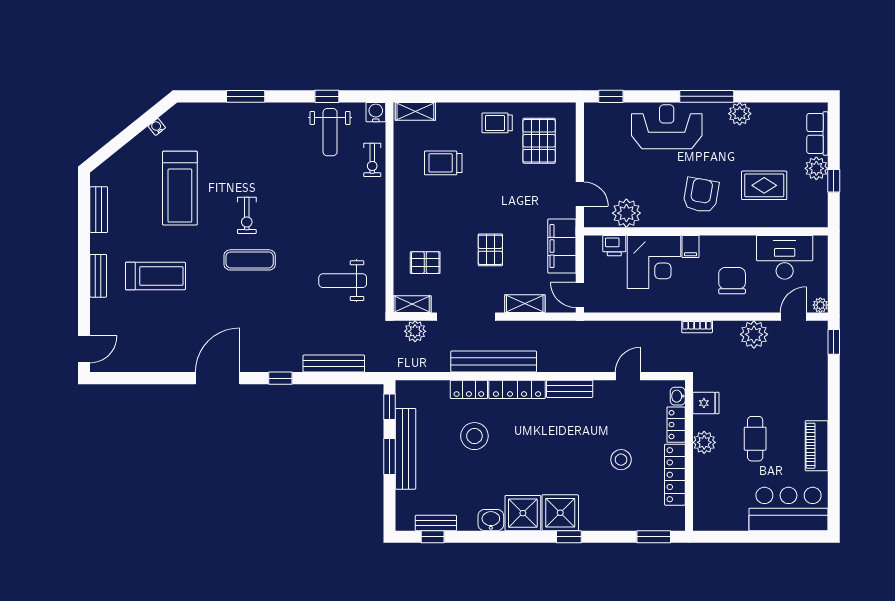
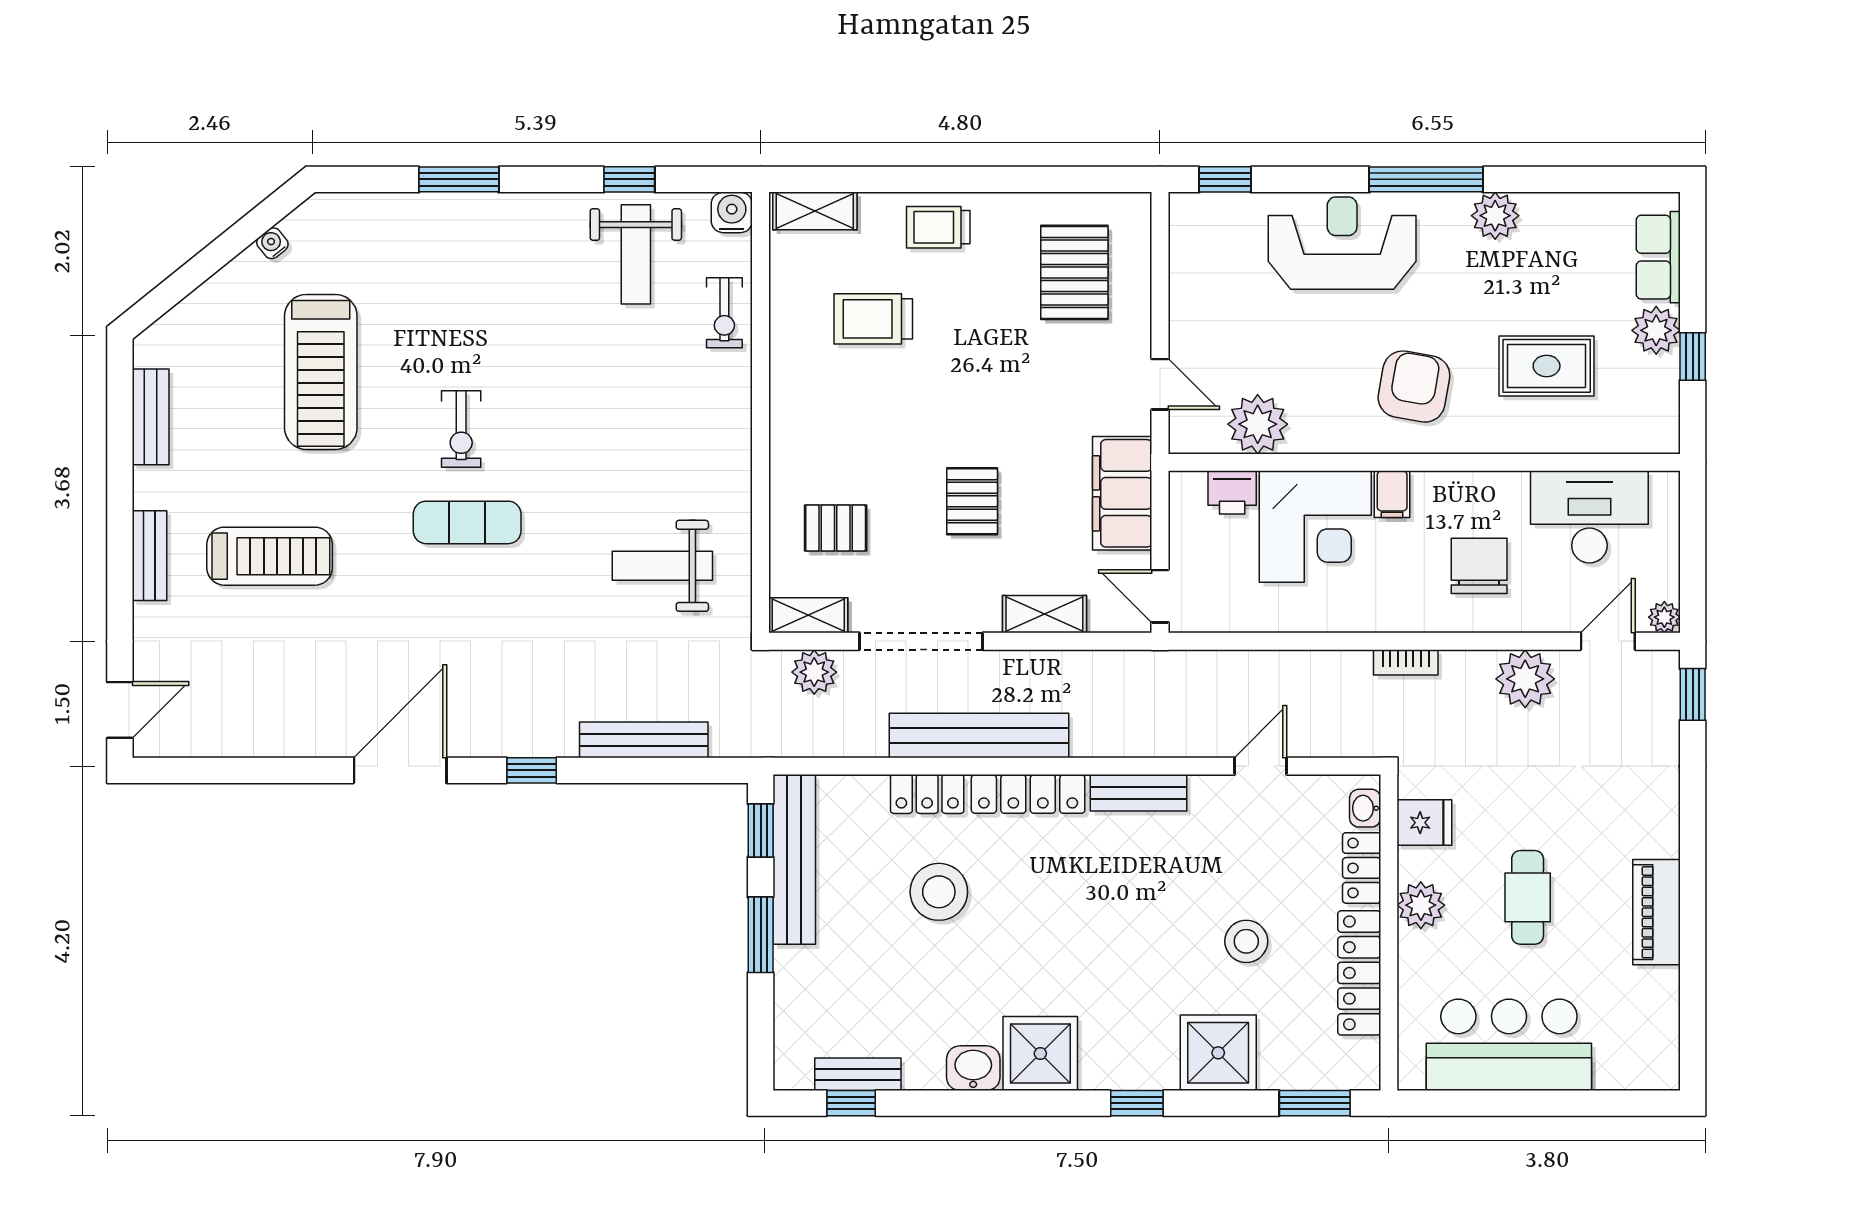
trolley: (497, 123) -> (938, 227), moved
bench: (406, 449) -> (794, 859), moved
bar counter: (789, 509) -> (1509, 1045), moved
shower: (560, 513) -> (1218, 1053), moved

